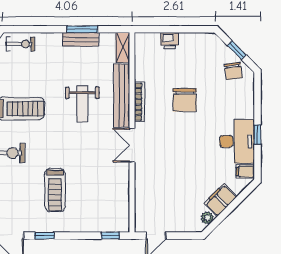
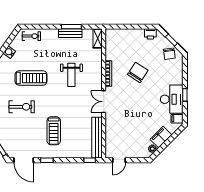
printer: (170, 41) -> (150, 34), moved
bench: (122, 96) -> (97, 138), moved
chair: (185, 100) -> (138, 72), turned -147

